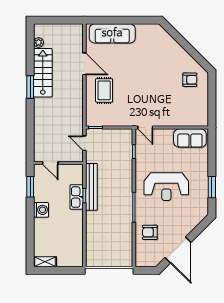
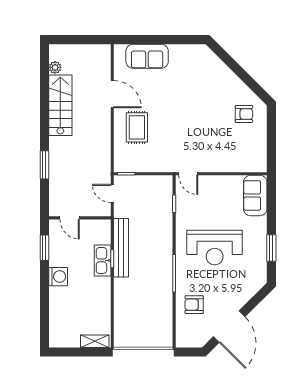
sofa: (112, 33) -> (147, 56), width x0.73
window: (30, 87) -> (44, 165), moved
sofa: (190, 138) -> (255, 195), moved, turned 90
shelving: (45, 262) -> (95, 341), moved

